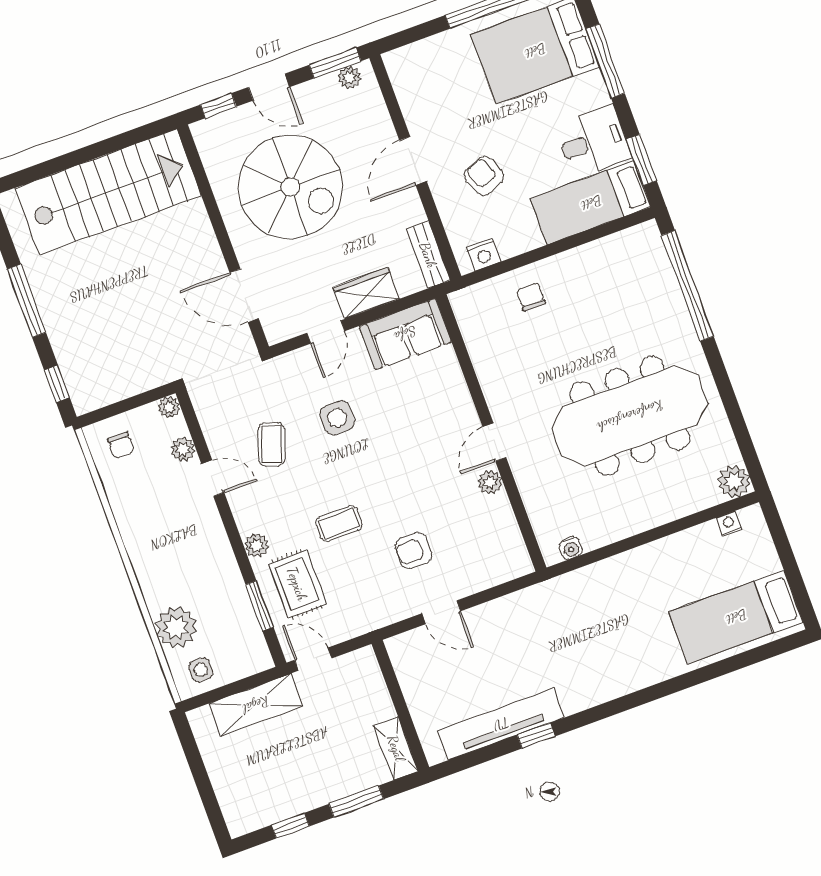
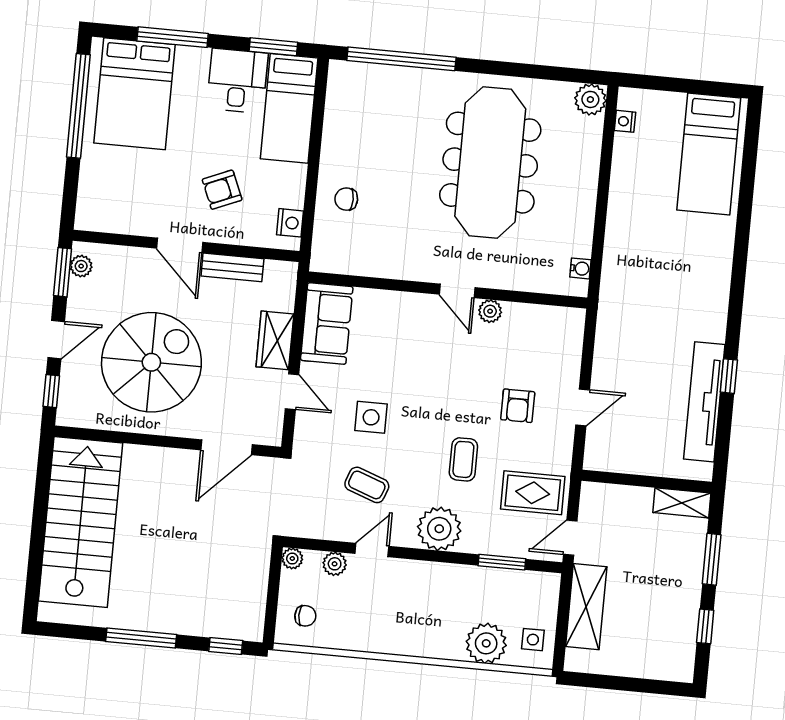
bench: (428, 255) -> (232, 267), moved
plant: (256, 546) -> (439, 529), width x1.87, depth x1.87
rug: (297, 584) -> (533, 493), moved

